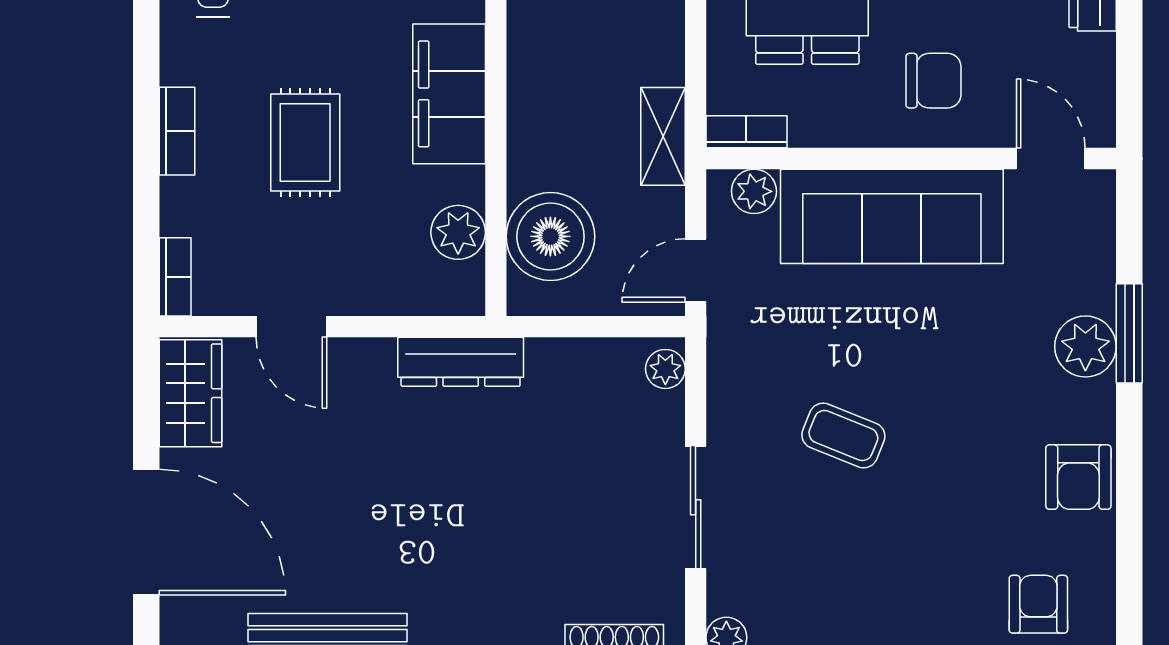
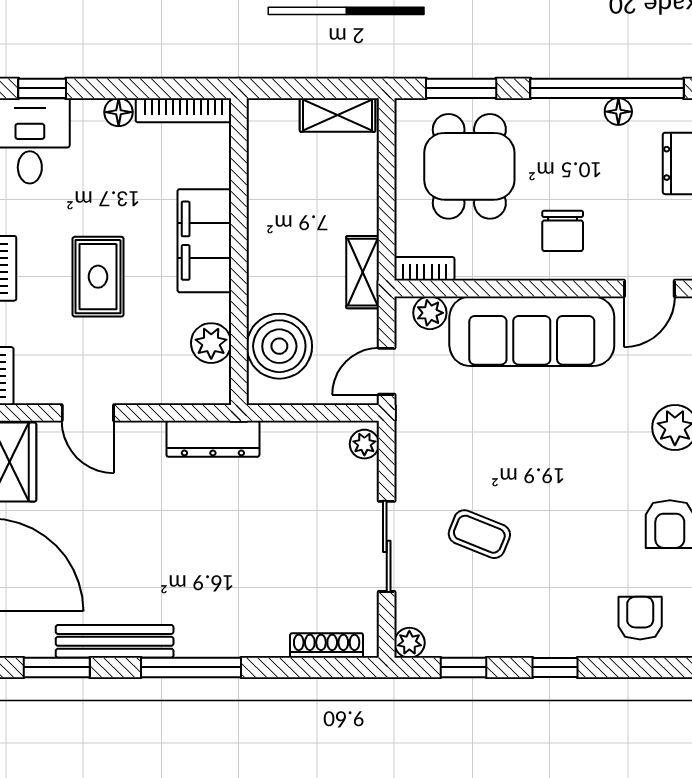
chair: (933, 81) -> (563, 231), turned 90
door: (1051, 159) -> (649, 288), swing flipped
coffee table: (843, 436) -> (479, 534), moved

